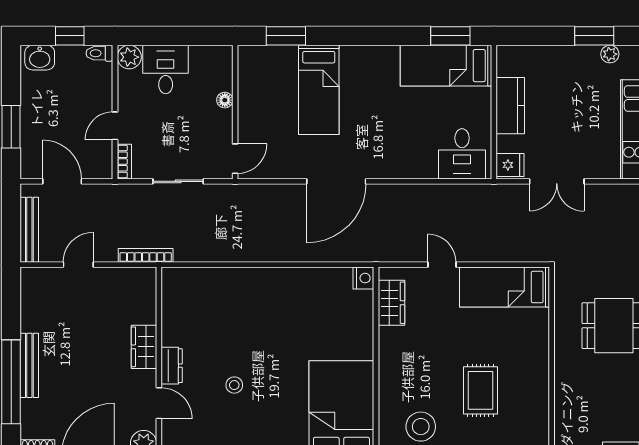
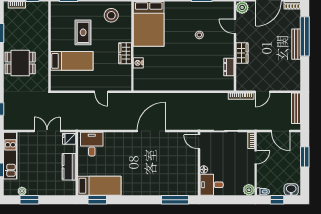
window: (286, 36) -> (175, 200), width x1.44
desk: (166, 69) -> (212, 185), moved, turned 90
bed: (319, 90) -> (159, 174), removed
door: (235, 159) -> (199, 142), hinge flipped
door: (78, 265) -> (263, 92), moved
nightstand: (363, 278) -> (138, 63), moved
bed: (504, 287) -> (72, 61), moved
wardrobe: (391, 303) -> (125, 53), moved
dresser: (172, 366) -> (229, 67), moved

